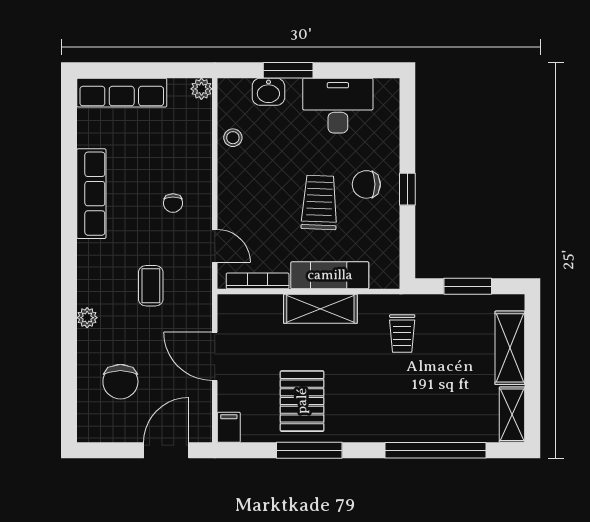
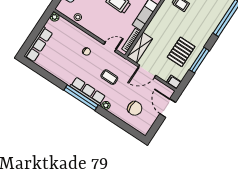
row of seats: (91, 194) -> (88, 91), moved
window: (69, 255) -> (81, 98), added
shelving: (320, 309) -> (140, 48), moved
pallet: (302, 401) -> (181, 52), turned 90

